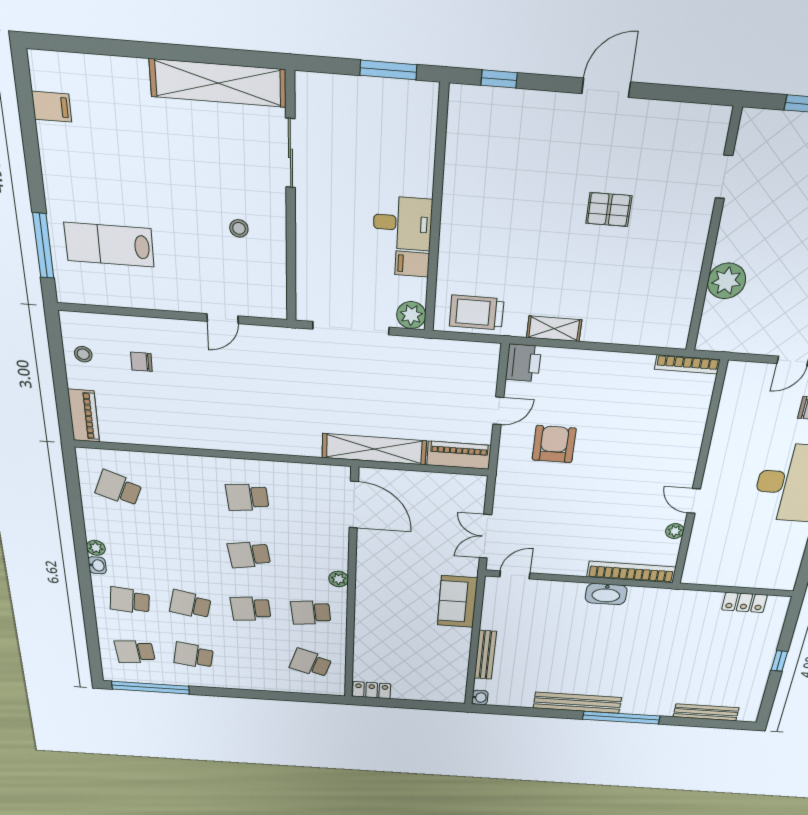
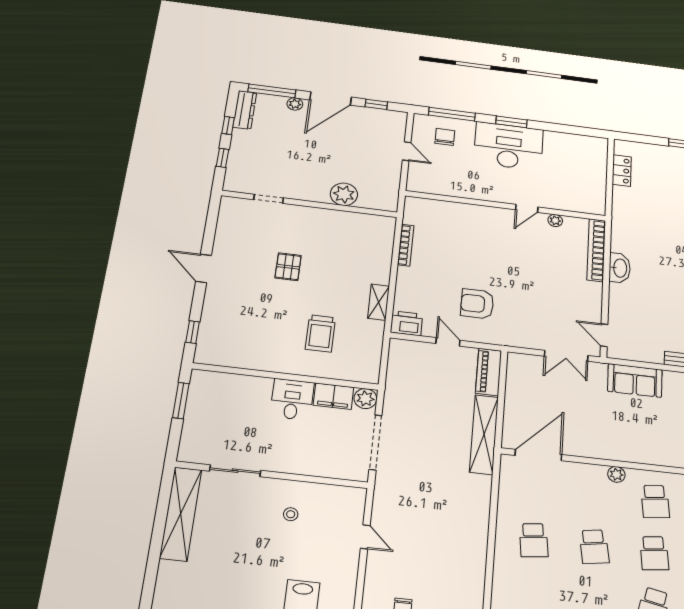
filing cabinet: (412, 264) -> (333, 396), width x2.00
trolley: (477, 312) -> (320, 333), moved
bookcase: (687, 364) -> (406, 245), moved

